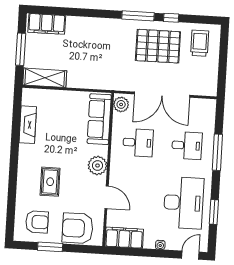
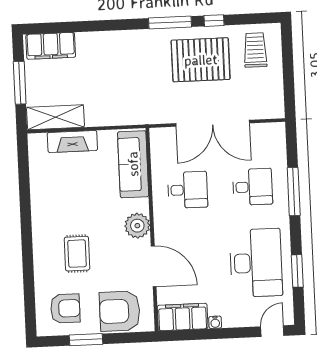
plant: (121, 104) -> (160, 142), removed
fireplace: (28, 125) -> (72, 142), moved, turned 90
door: (107, 197) -> (154, 266), width x1.36
water cooler: (160, 245) -> (215, 322), moved

